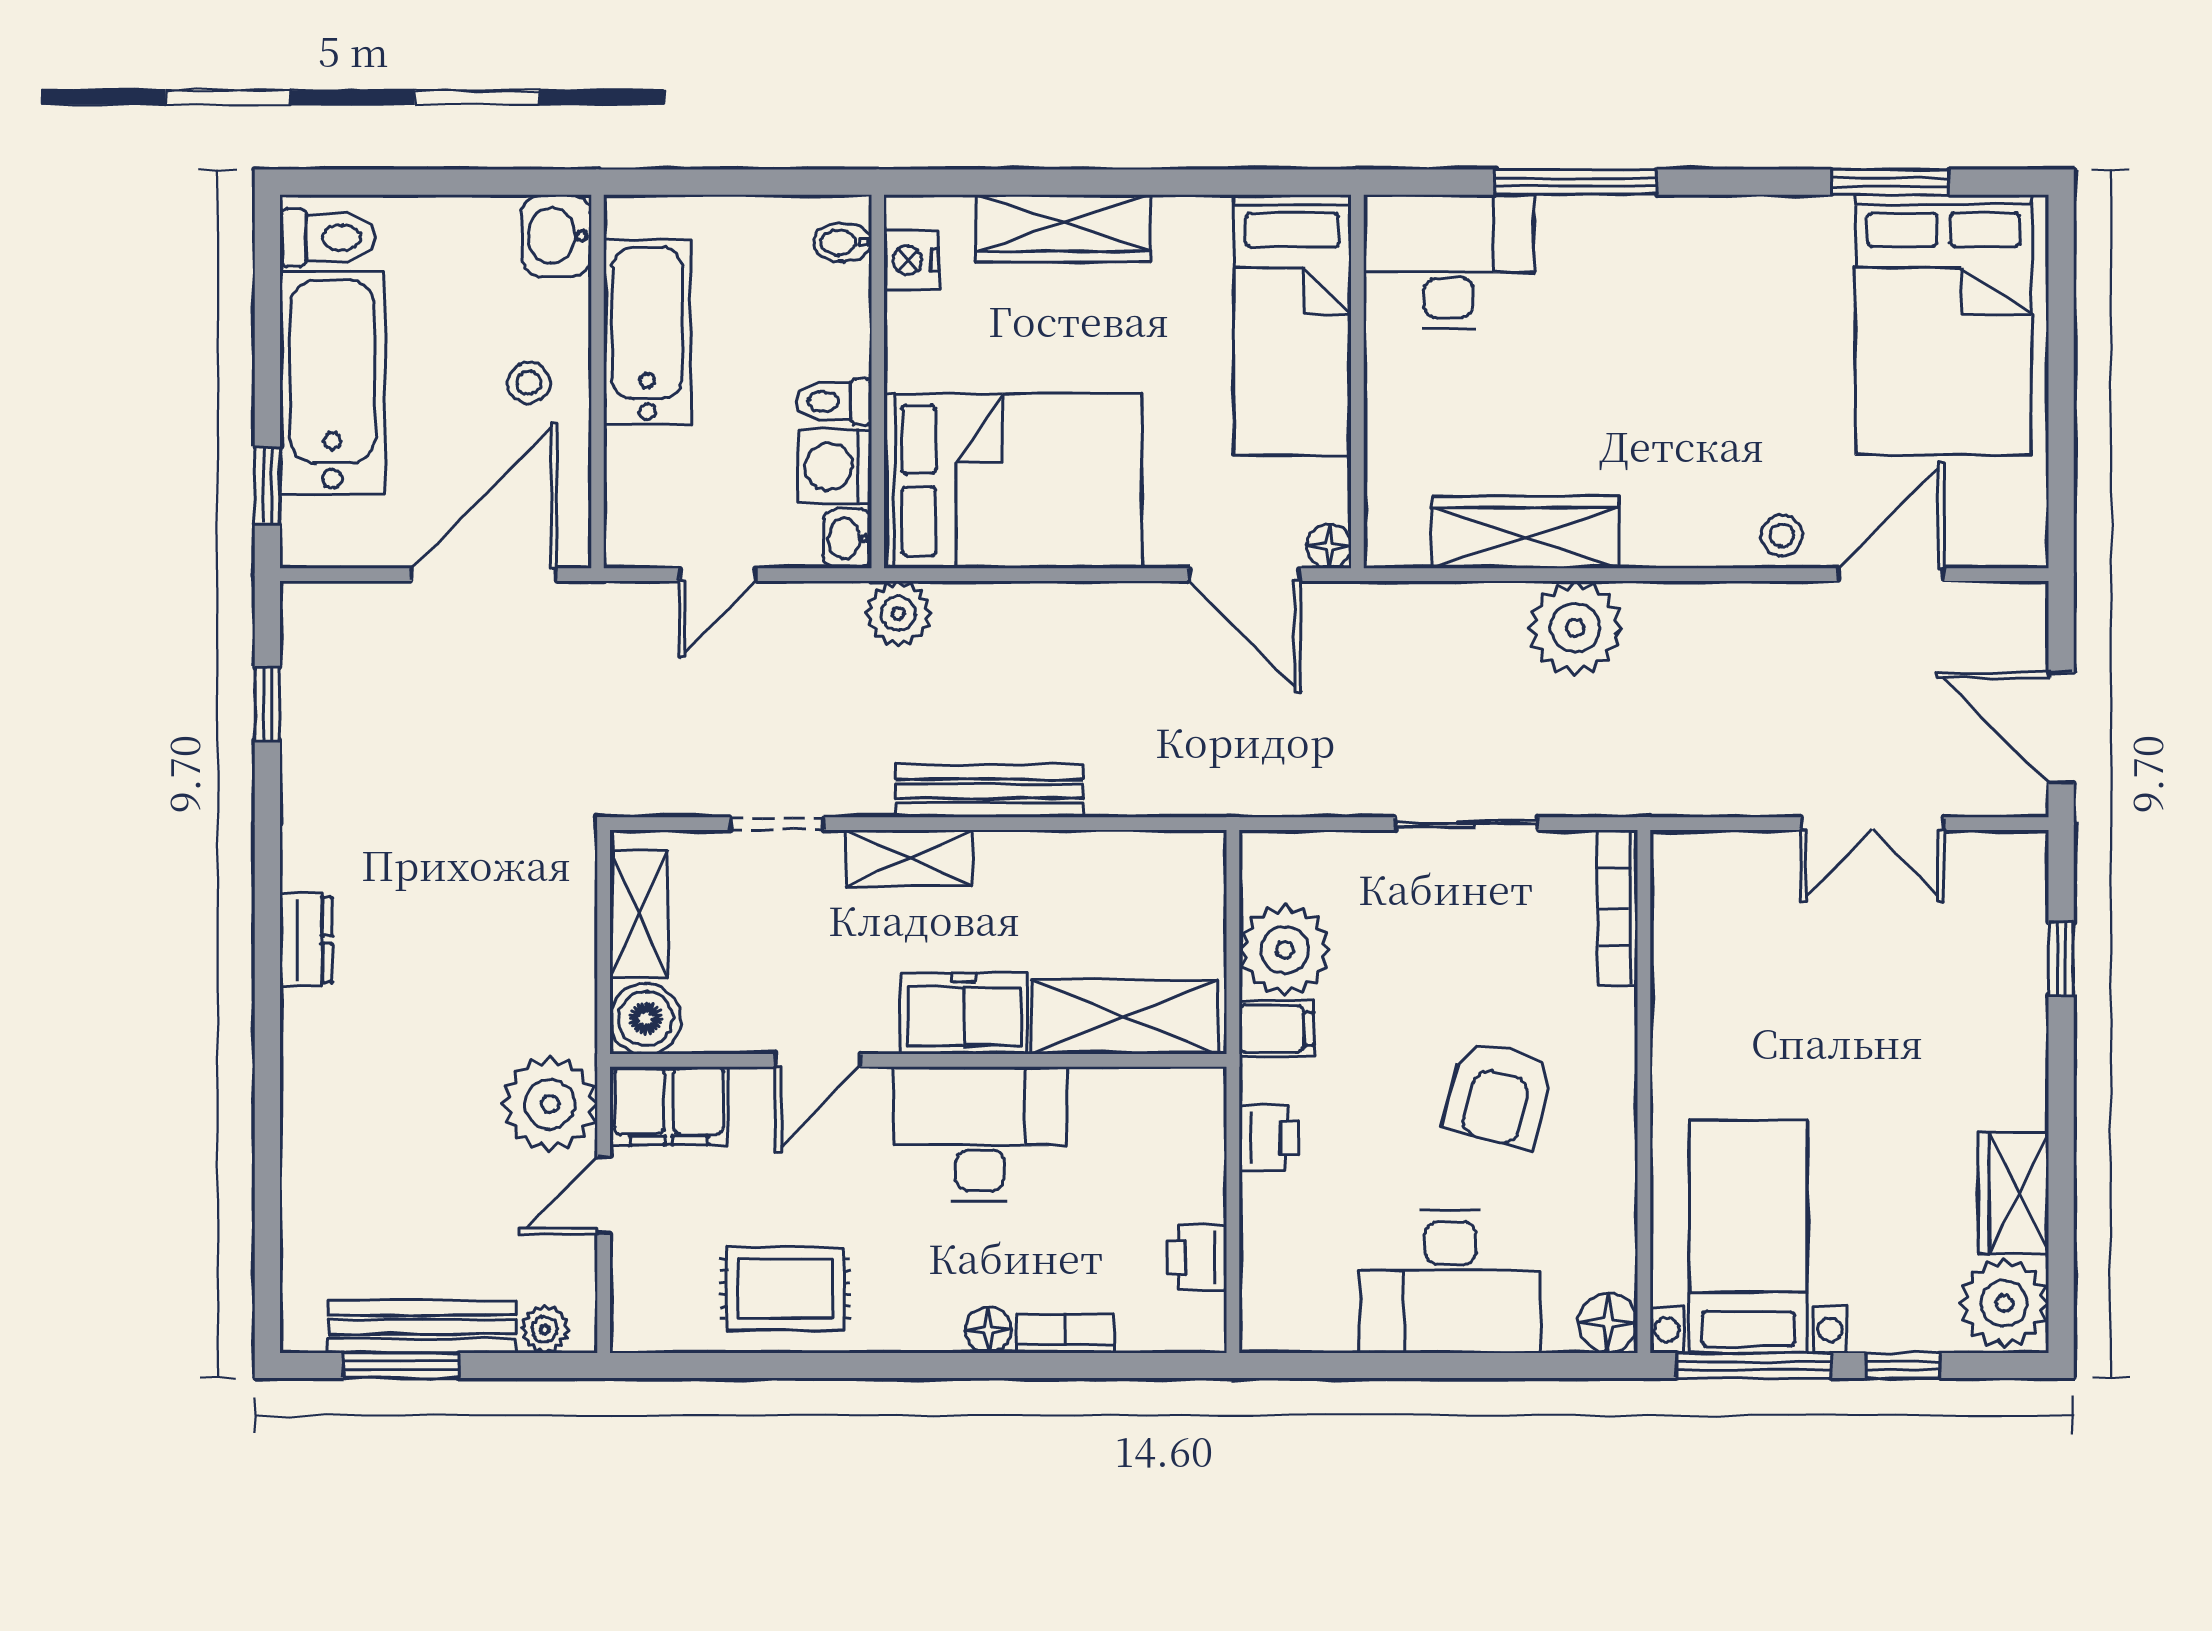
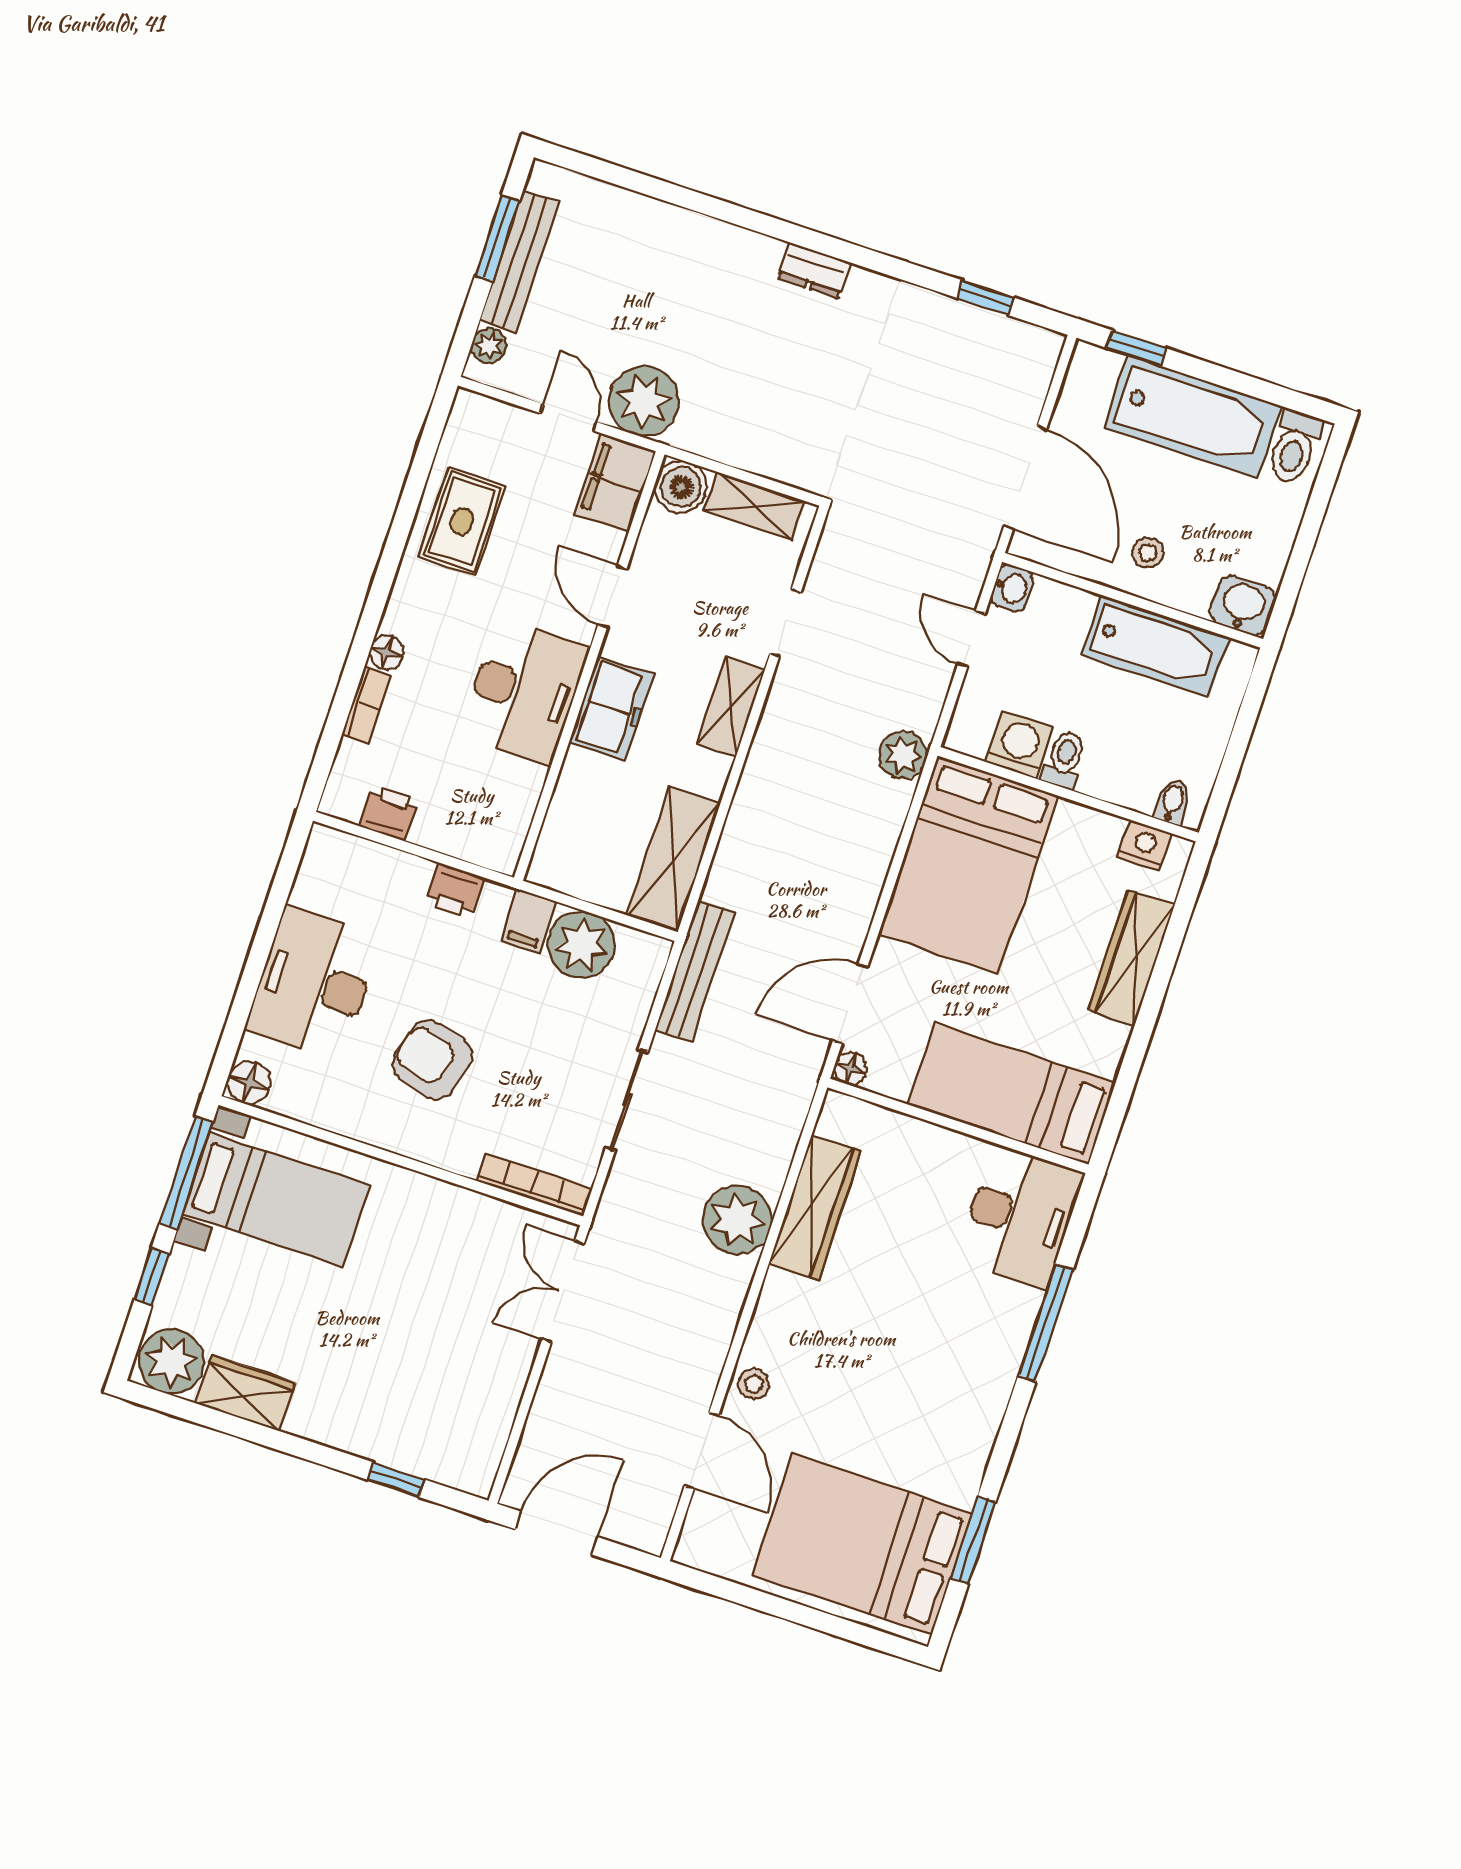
washbasin: (847, 538) -> (1012, 588), moved, turned 90
bench: (989, 791) -> (695, 970), moved
double door: (1872, 824) -> (563, 1291), moved
shelving: (1125, 1017) -> (673, 859), moved

